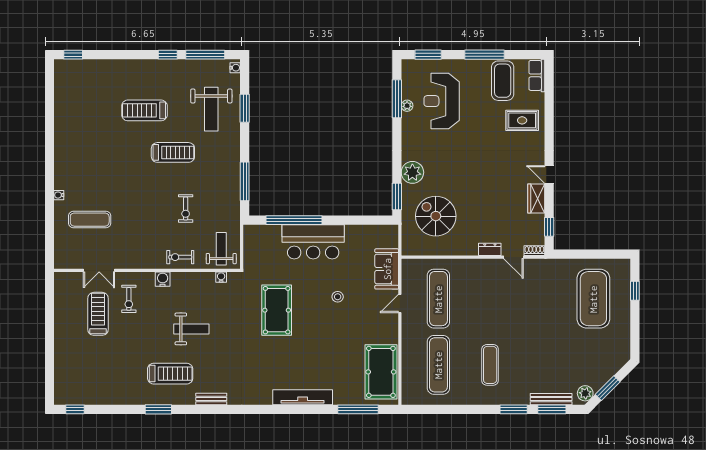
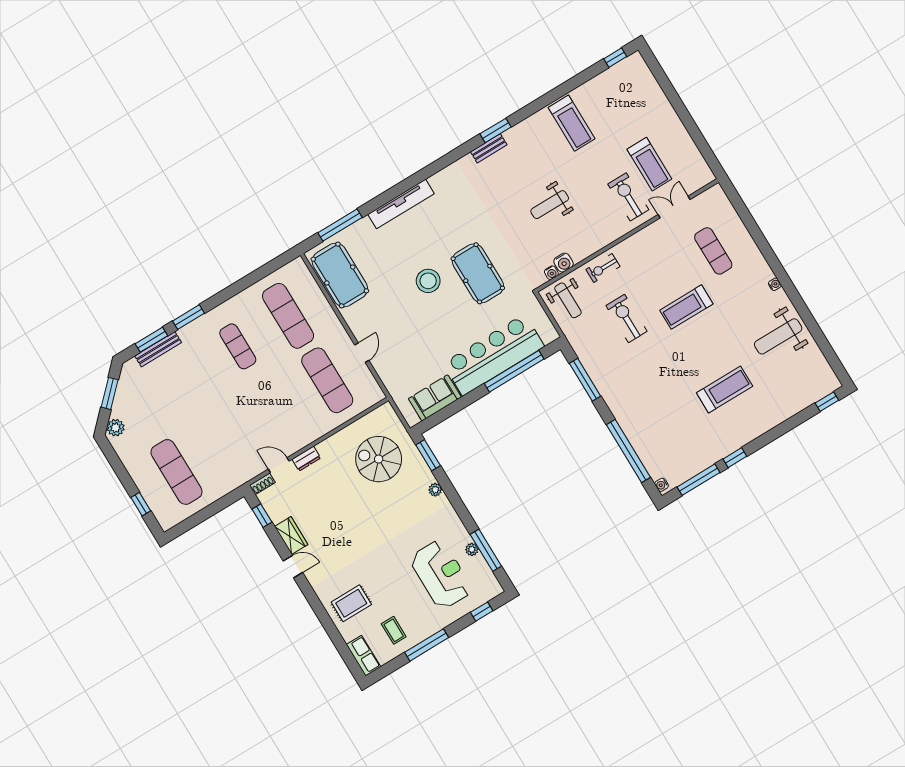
window: (428, 55) -> (482, 612), width x0.67
coffee table: (503, 81) -> (394, 630), width x0.54, depth x0.58
window: (245, 108) -> (628, 451), width x2.11
weight bench: (211, 109) -> (778, 336), moved, turned -90
treadmill: (173, 152) -> (686, 307), moved
plant: (412, 172) -> (435, 490), width x0.53, depth x0.53
water cooler: (59, 195) -> (775, 284), moved
exercise bike: (186, 209) -> (626, 318), width x1.38, depth x1.39
spiral stairs: (436, 216) -> (379, 459), turned 180
exercise mat: (90, 220) -> (713, 251), turned 90
bar counter: (313, 242) -> (494, 355), width x1.36
exercise bike: (180, 257) -> (603, 268), turned 180
sofa: (387, 269) -> (435, 398), moved, turned -90
water cooler: (163, 279) -> (563, 263), moved
stool: (338, 297) -> (428, 281), moved, width x1.89, depth x1.89
exercise bike: (129, 299) -> (628, 197), width x1.38, depth x1.39
exercise mat: (593, 299) -> (176, 472), width x0.68
treadmill: (170, 374) -> (572, 123), moved, turned -90
plant: (585, 393) -> (116, 428), moved
window: (158, 409) -> (496, 130), moved

